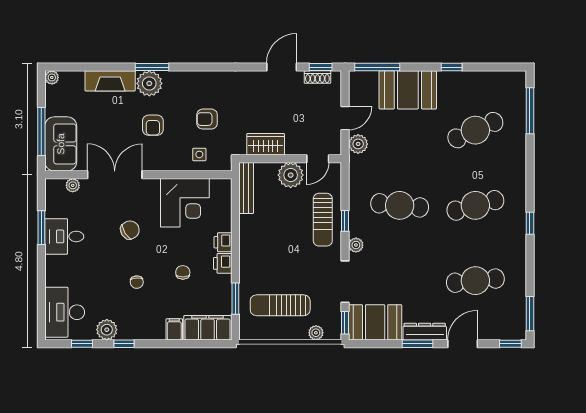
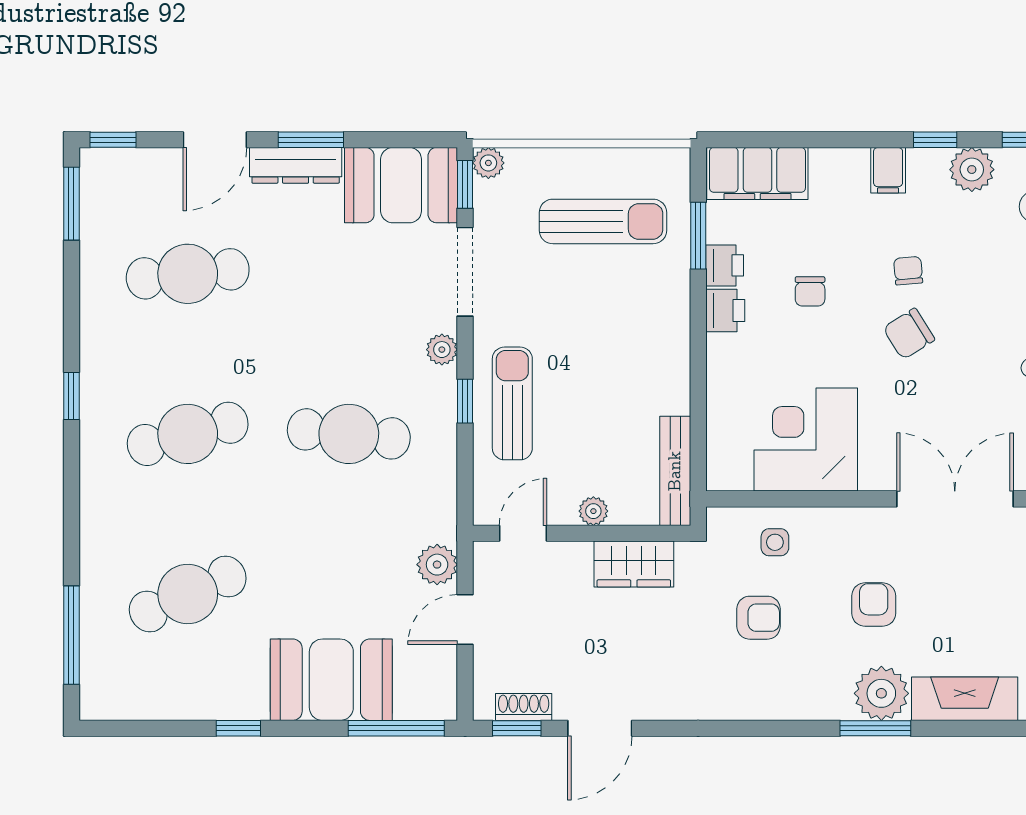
double door: (115, 175) -> (955, 499), swing flipped
plant: (291, 175) -> (593, 511), width x0.53, depth x0.53
chair: (130, 230) -> (909, 334), moved
printer: (223, 242) -> (725, 265), moved
filing cabinet: (174, 329) -> (888, 170), moved
plant: (316, 333) -> (488, 163), moved

